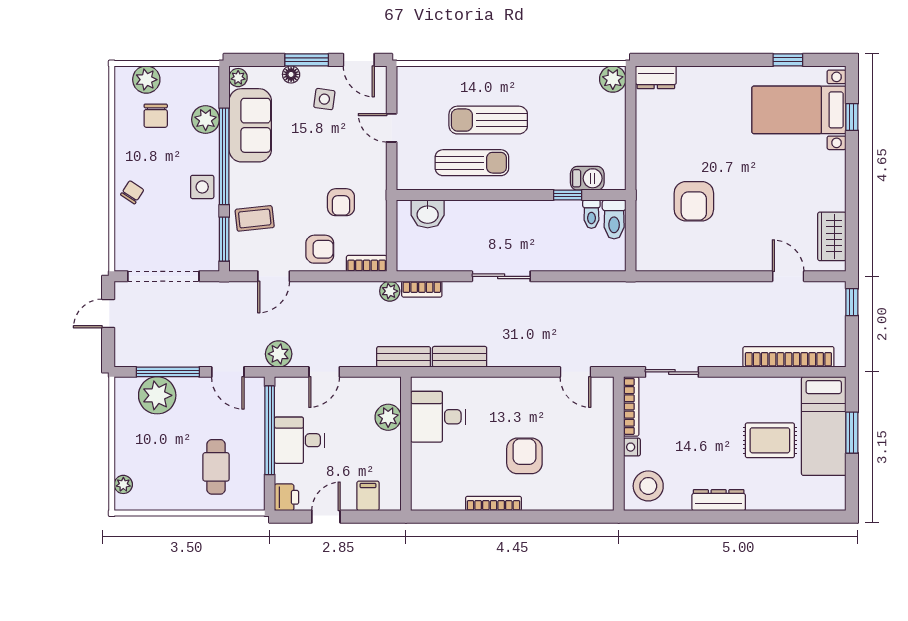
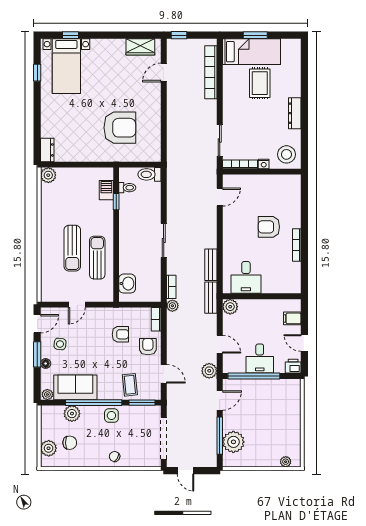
armchair: (694, 201) -> (120, 128), width x1.36, depth x1.36
toilet: (614, 219) -> (149, 174), moved, turned 180
plant: (388, 417) -> (230, 307), moved
cafe table: (216, 467) -> (275, 407), removed

